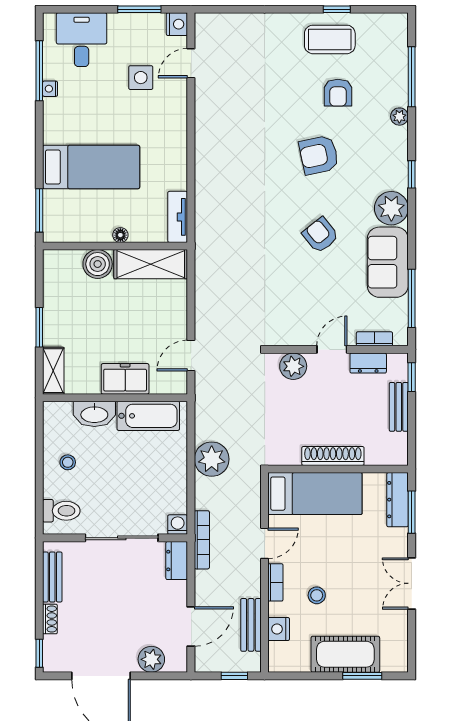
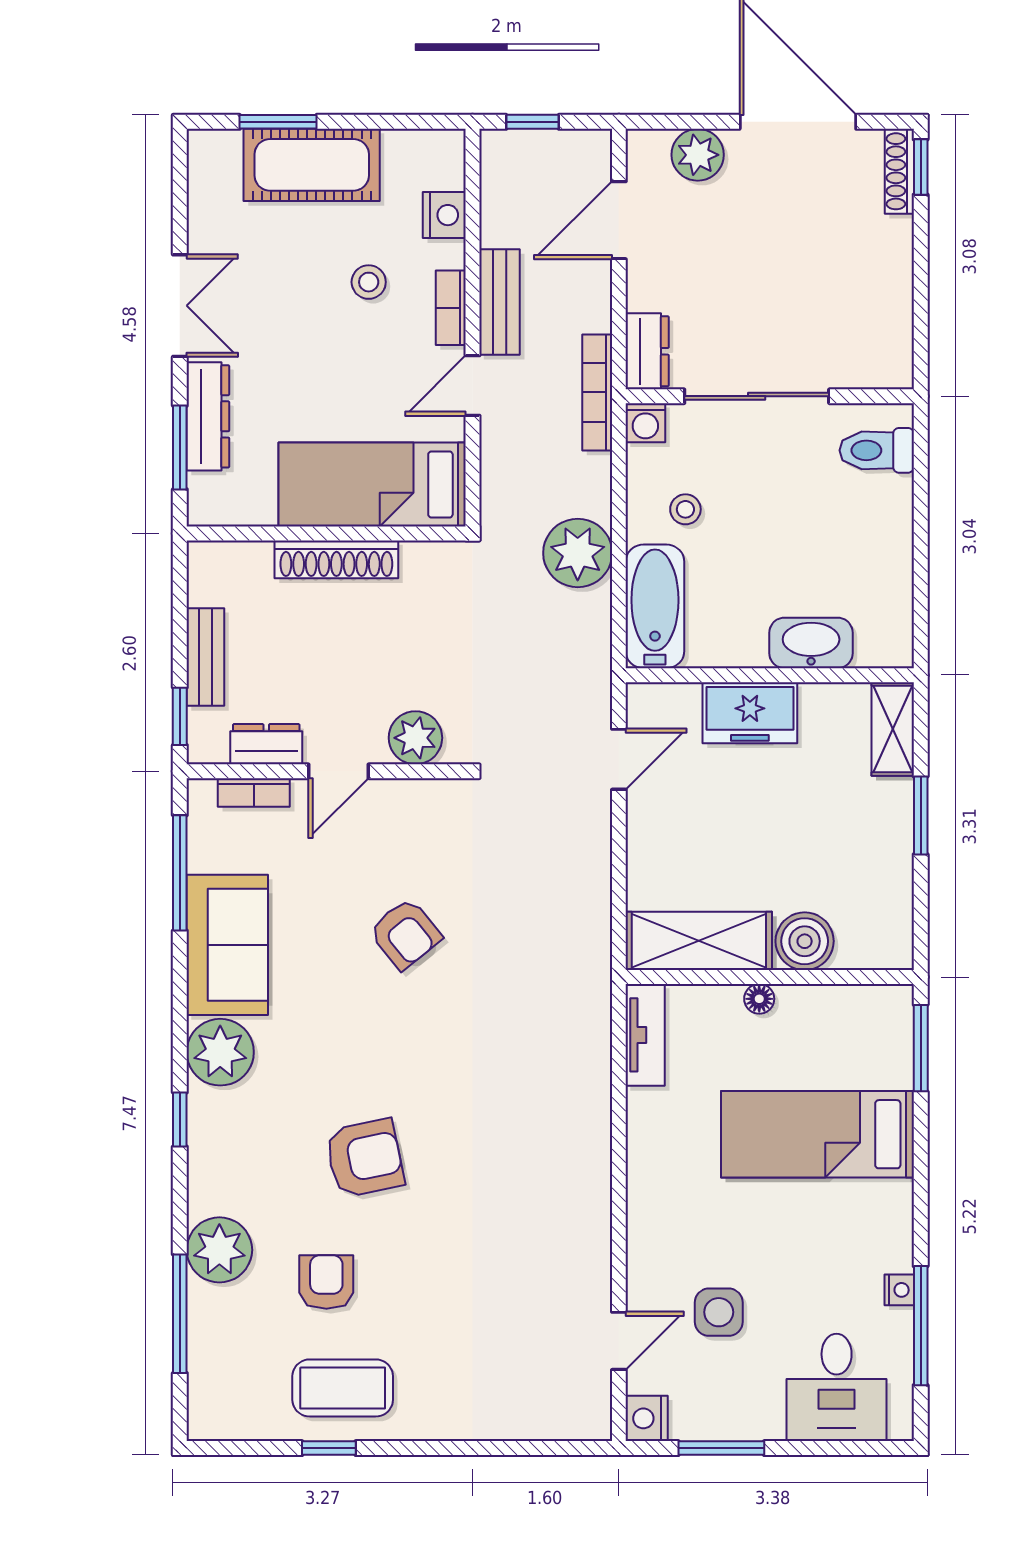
plant: (399, 117) -> (219, 1250), width x1.88, depth x1.88
armchair: (320, 235) -> (405, 934), moved
bathtub: (148, 416) -> (655, 606), moved, turned 90
stool: (68, 462) -> (685, 509), moved
dresser: (398, 500) -> (208, 416), moved
bench: (52, 577) -> (895, 319), removed
shoe rack: (50, 619) -> (899, 171), moved, width x1.43
bench: (251, 625) -> (500, 302), moved

